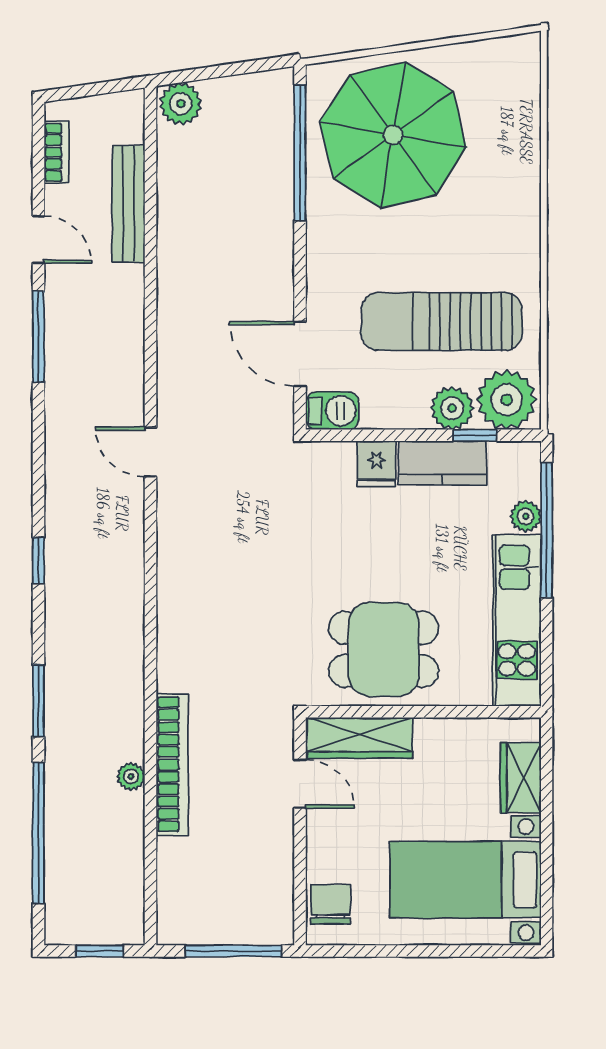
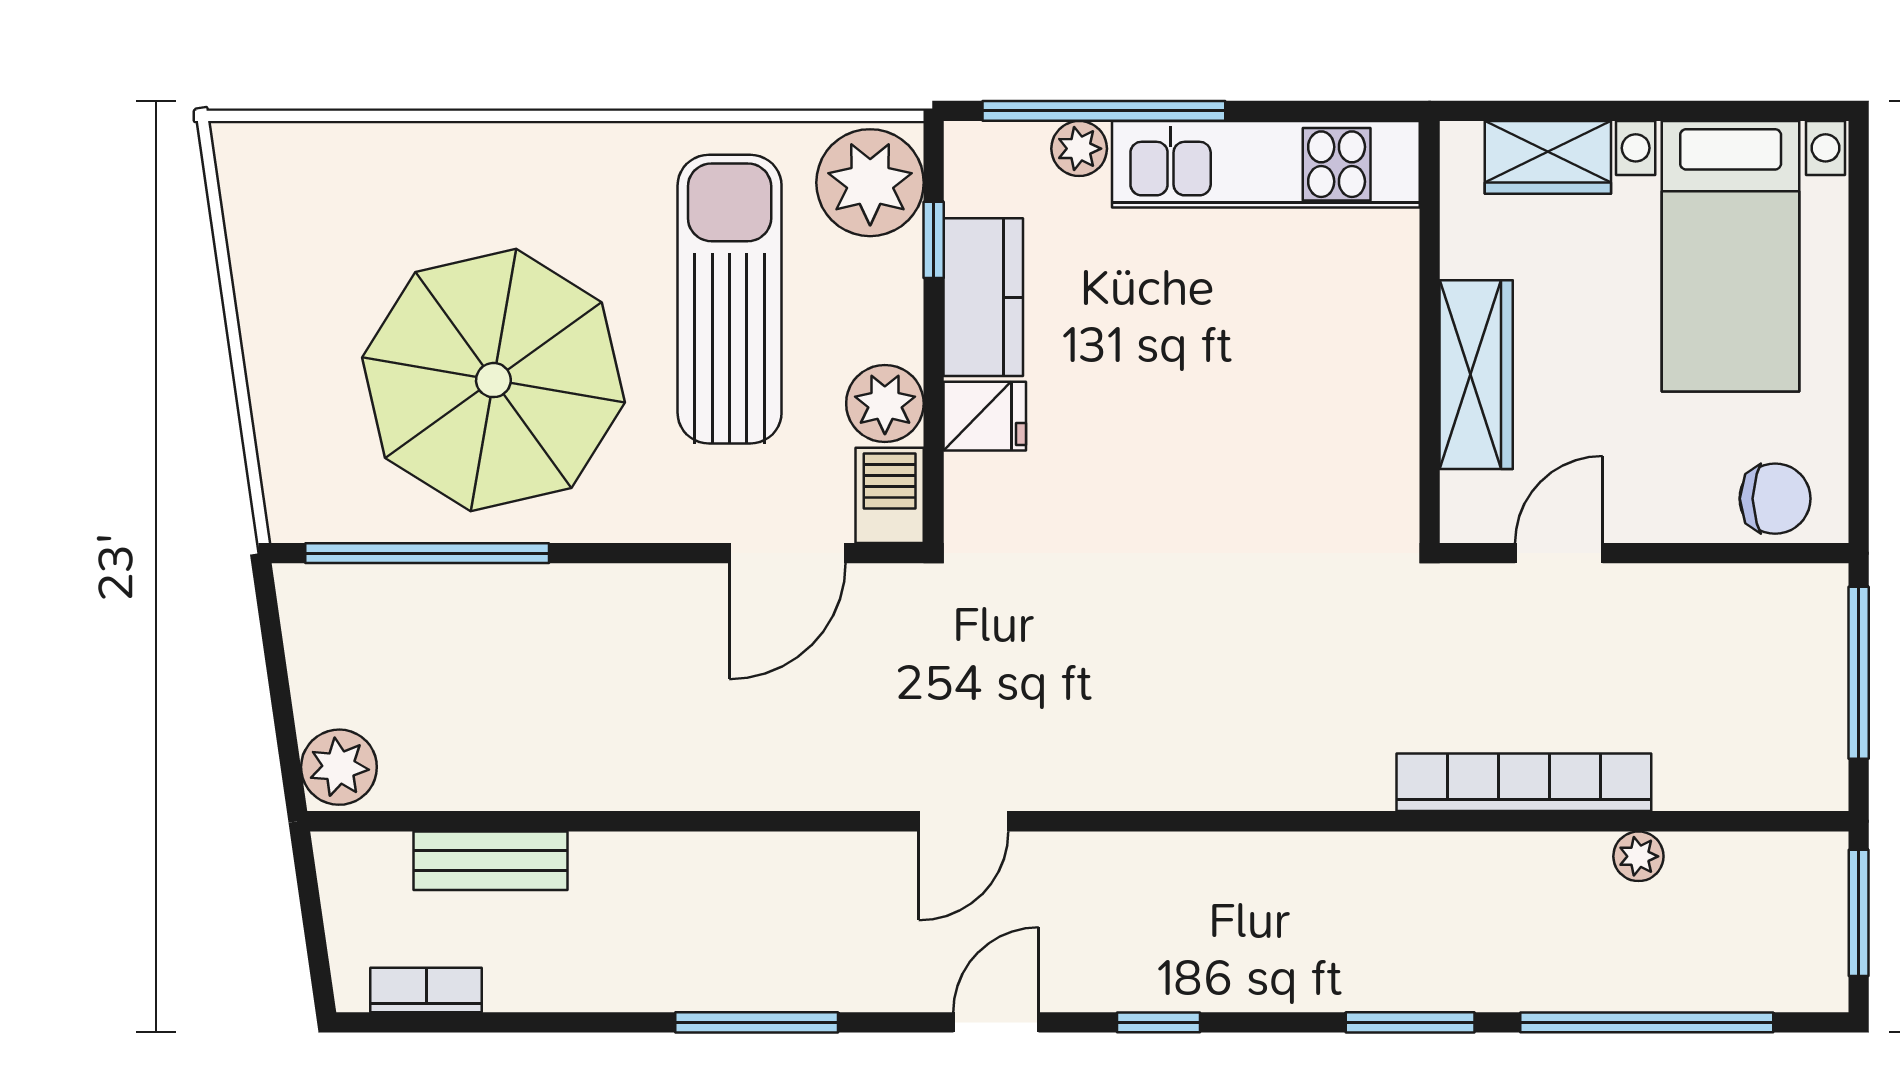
parasol: (393, 135) -> (493, 380), moved
bench: (129, 204) -> (491, 861), width x0.73
door: (38, 240) -> (996, 1022), moved
sun lounger: (442, 321) -> (730, 299), turned 180
plant: (452, 408) -> (885, 403), moved
dining table: (384, 649) -> (1318, 403), removed
wardrobe: (360, 738) -> (1476, 375), moved
plant: (131, 776) -> (1638, 856), moved
chair: (330, 904) -> (1775, 499), turned 180
window: (99, 951) -> (1859, 913), width x1.50

